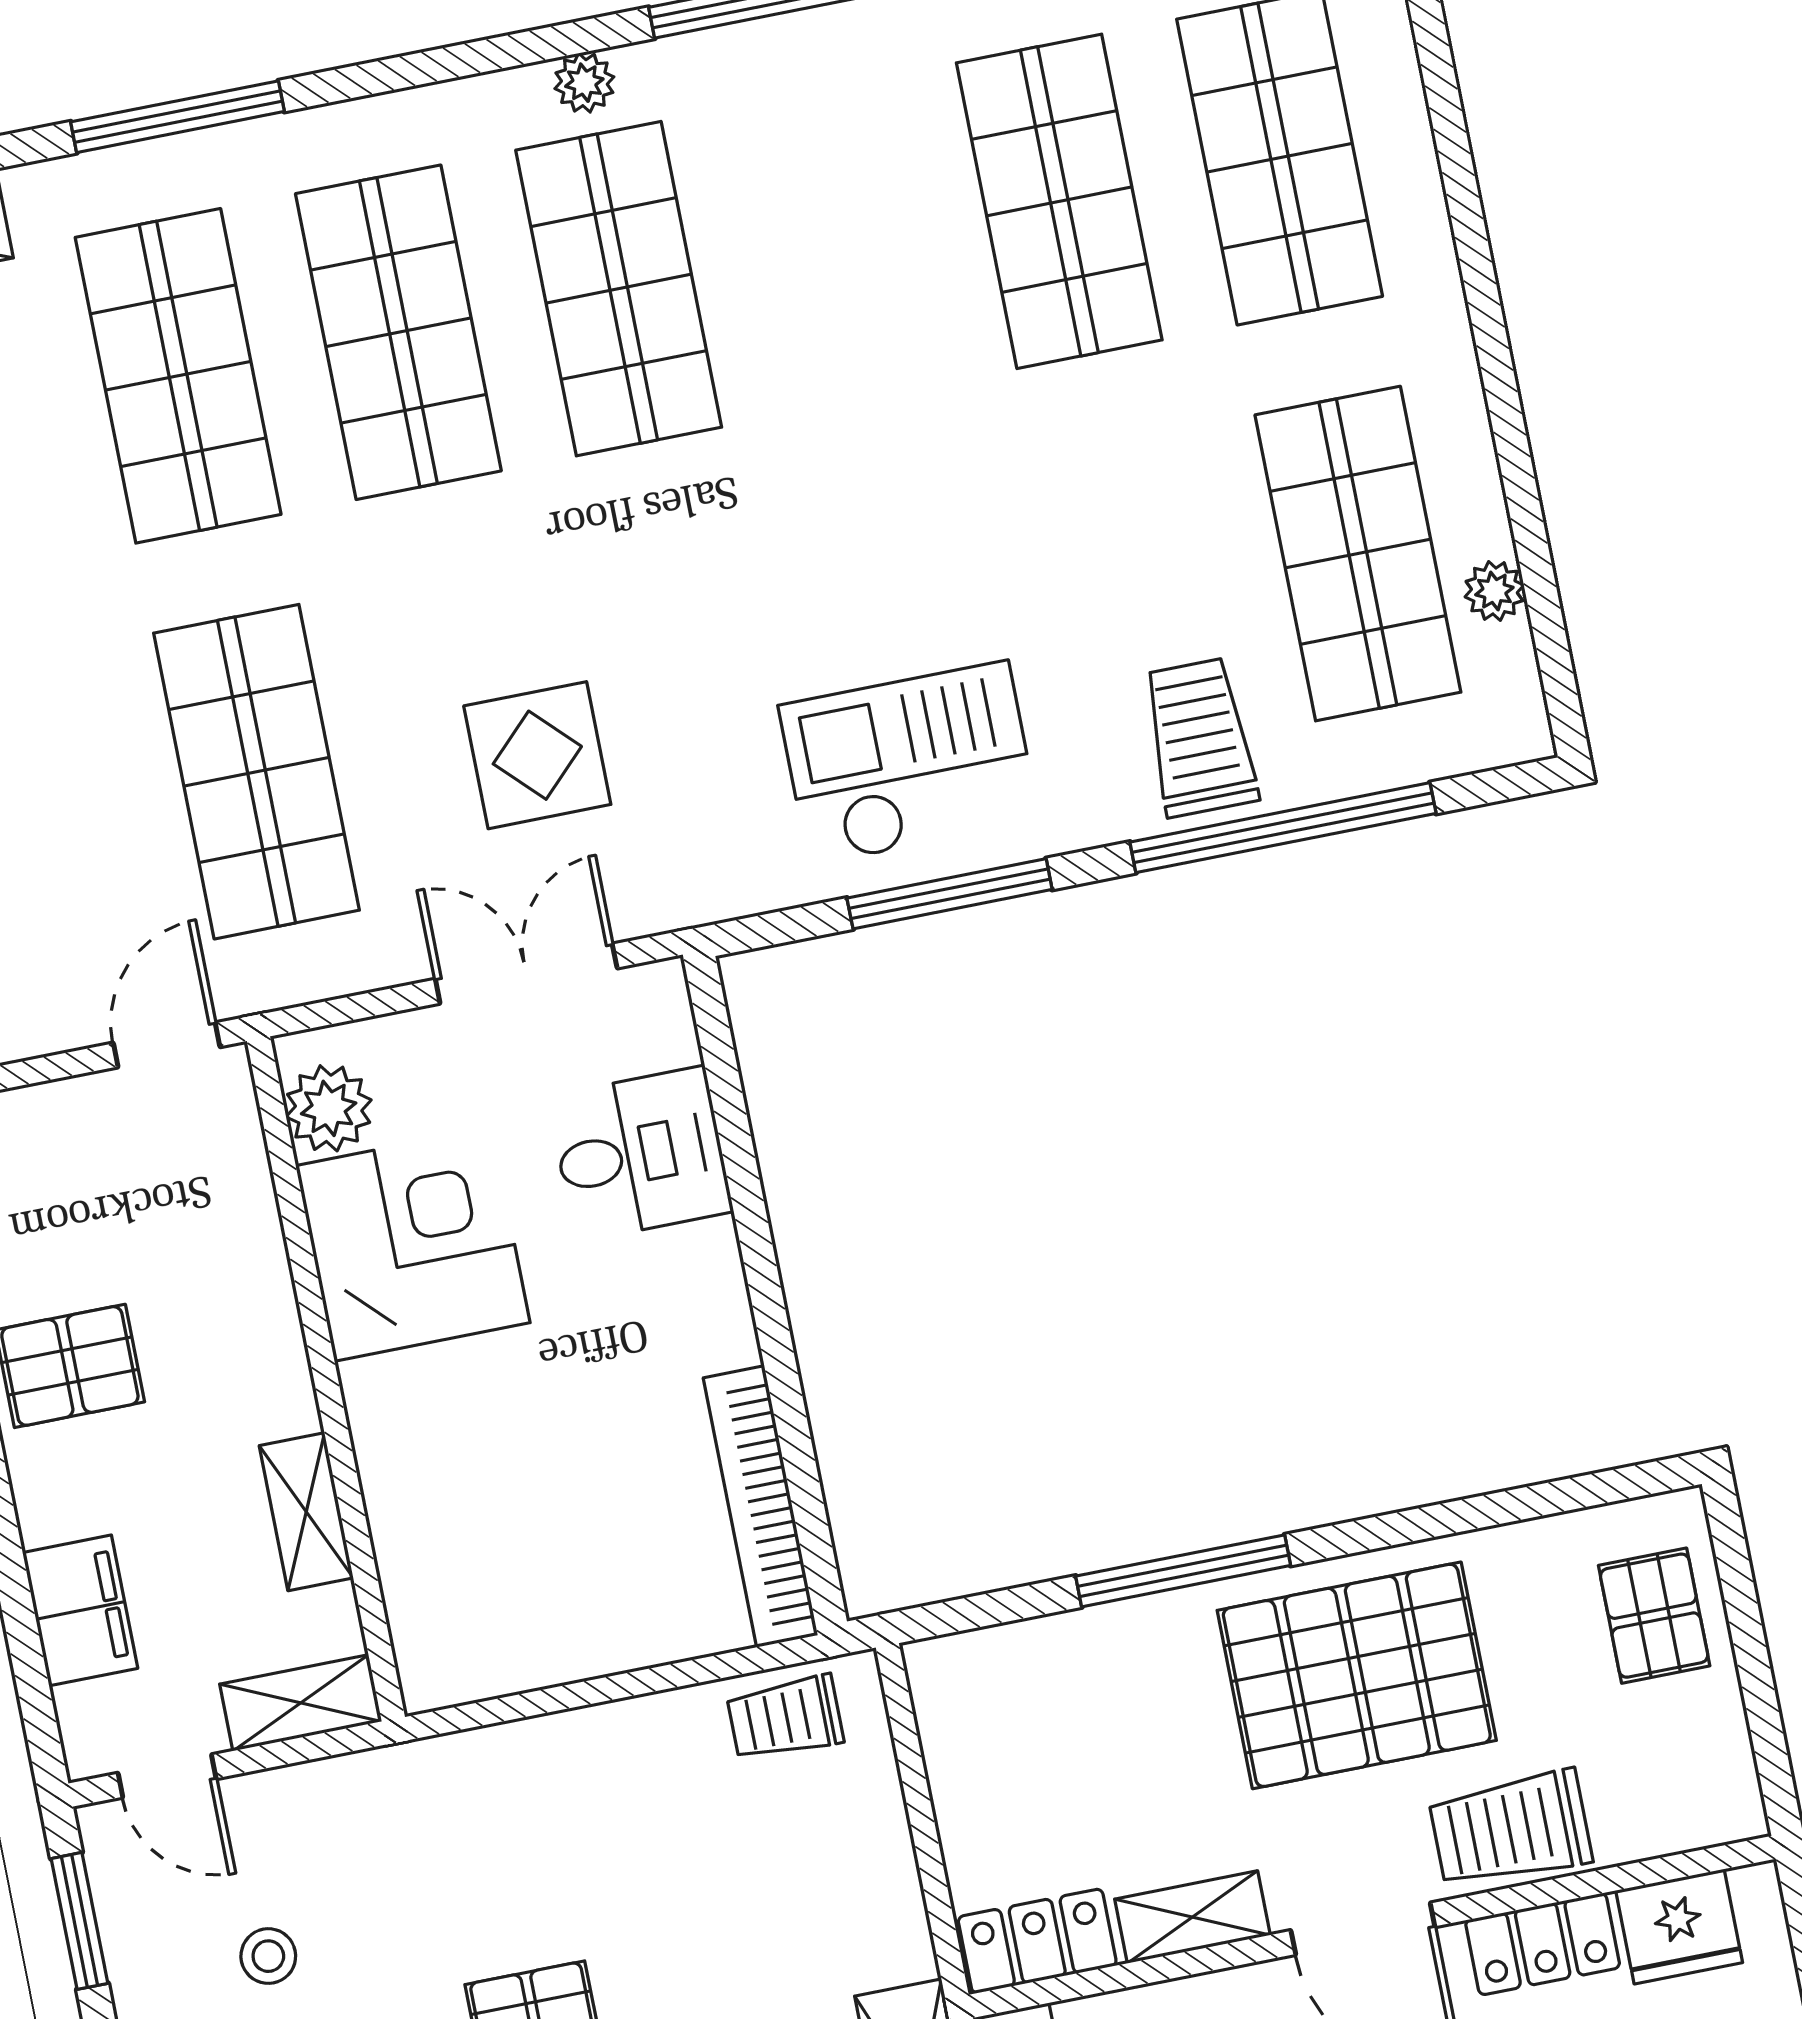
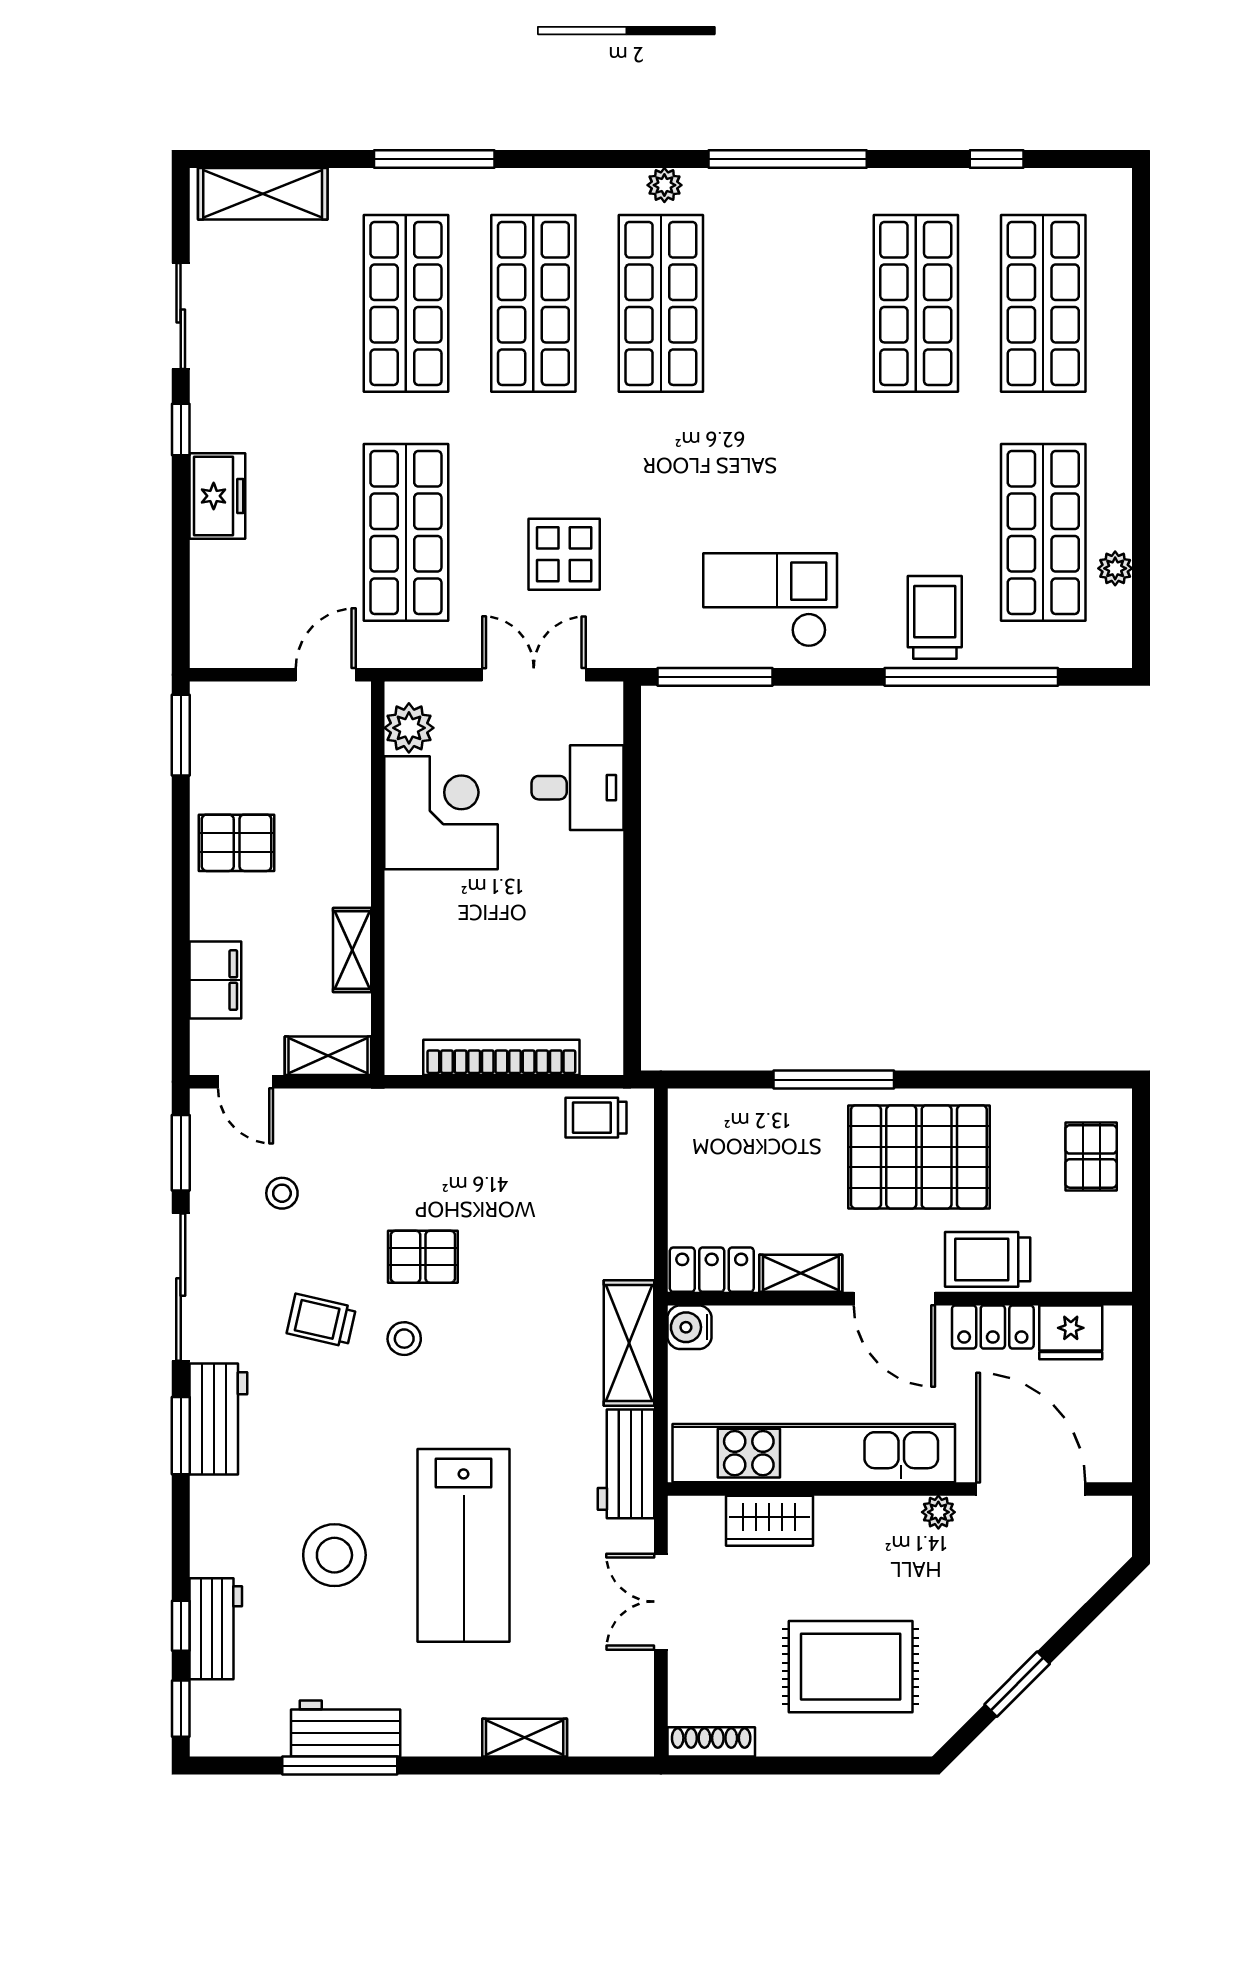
window: (950, 894) -> (715, 677), moved
bookcase: (760, 1507) -> (501, 1057), moved, turned 90

